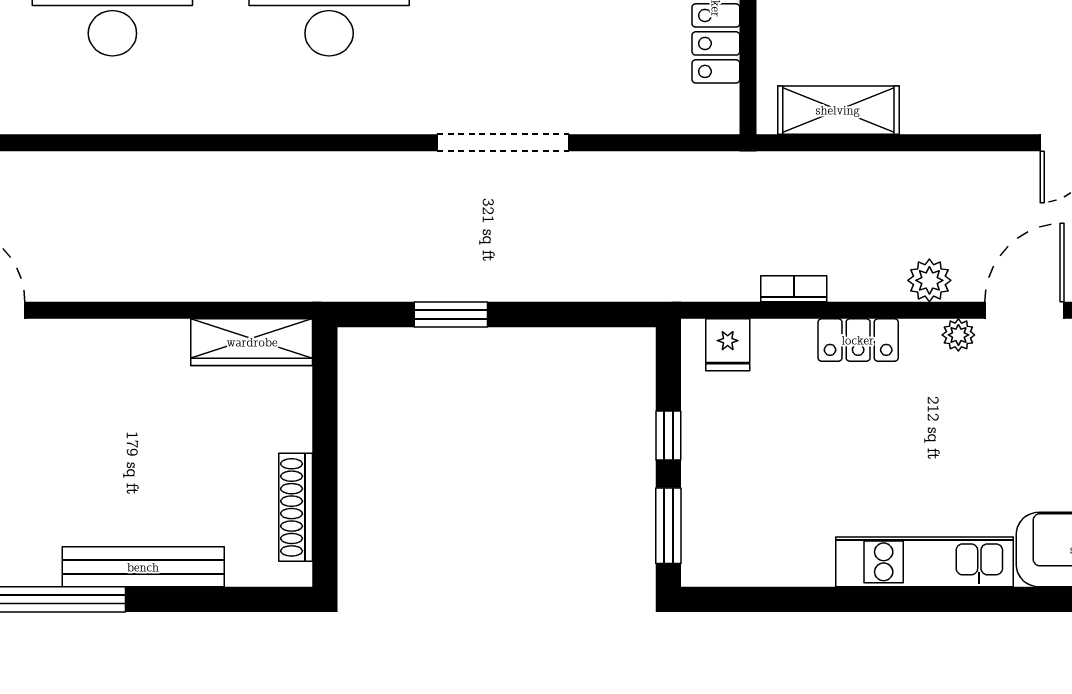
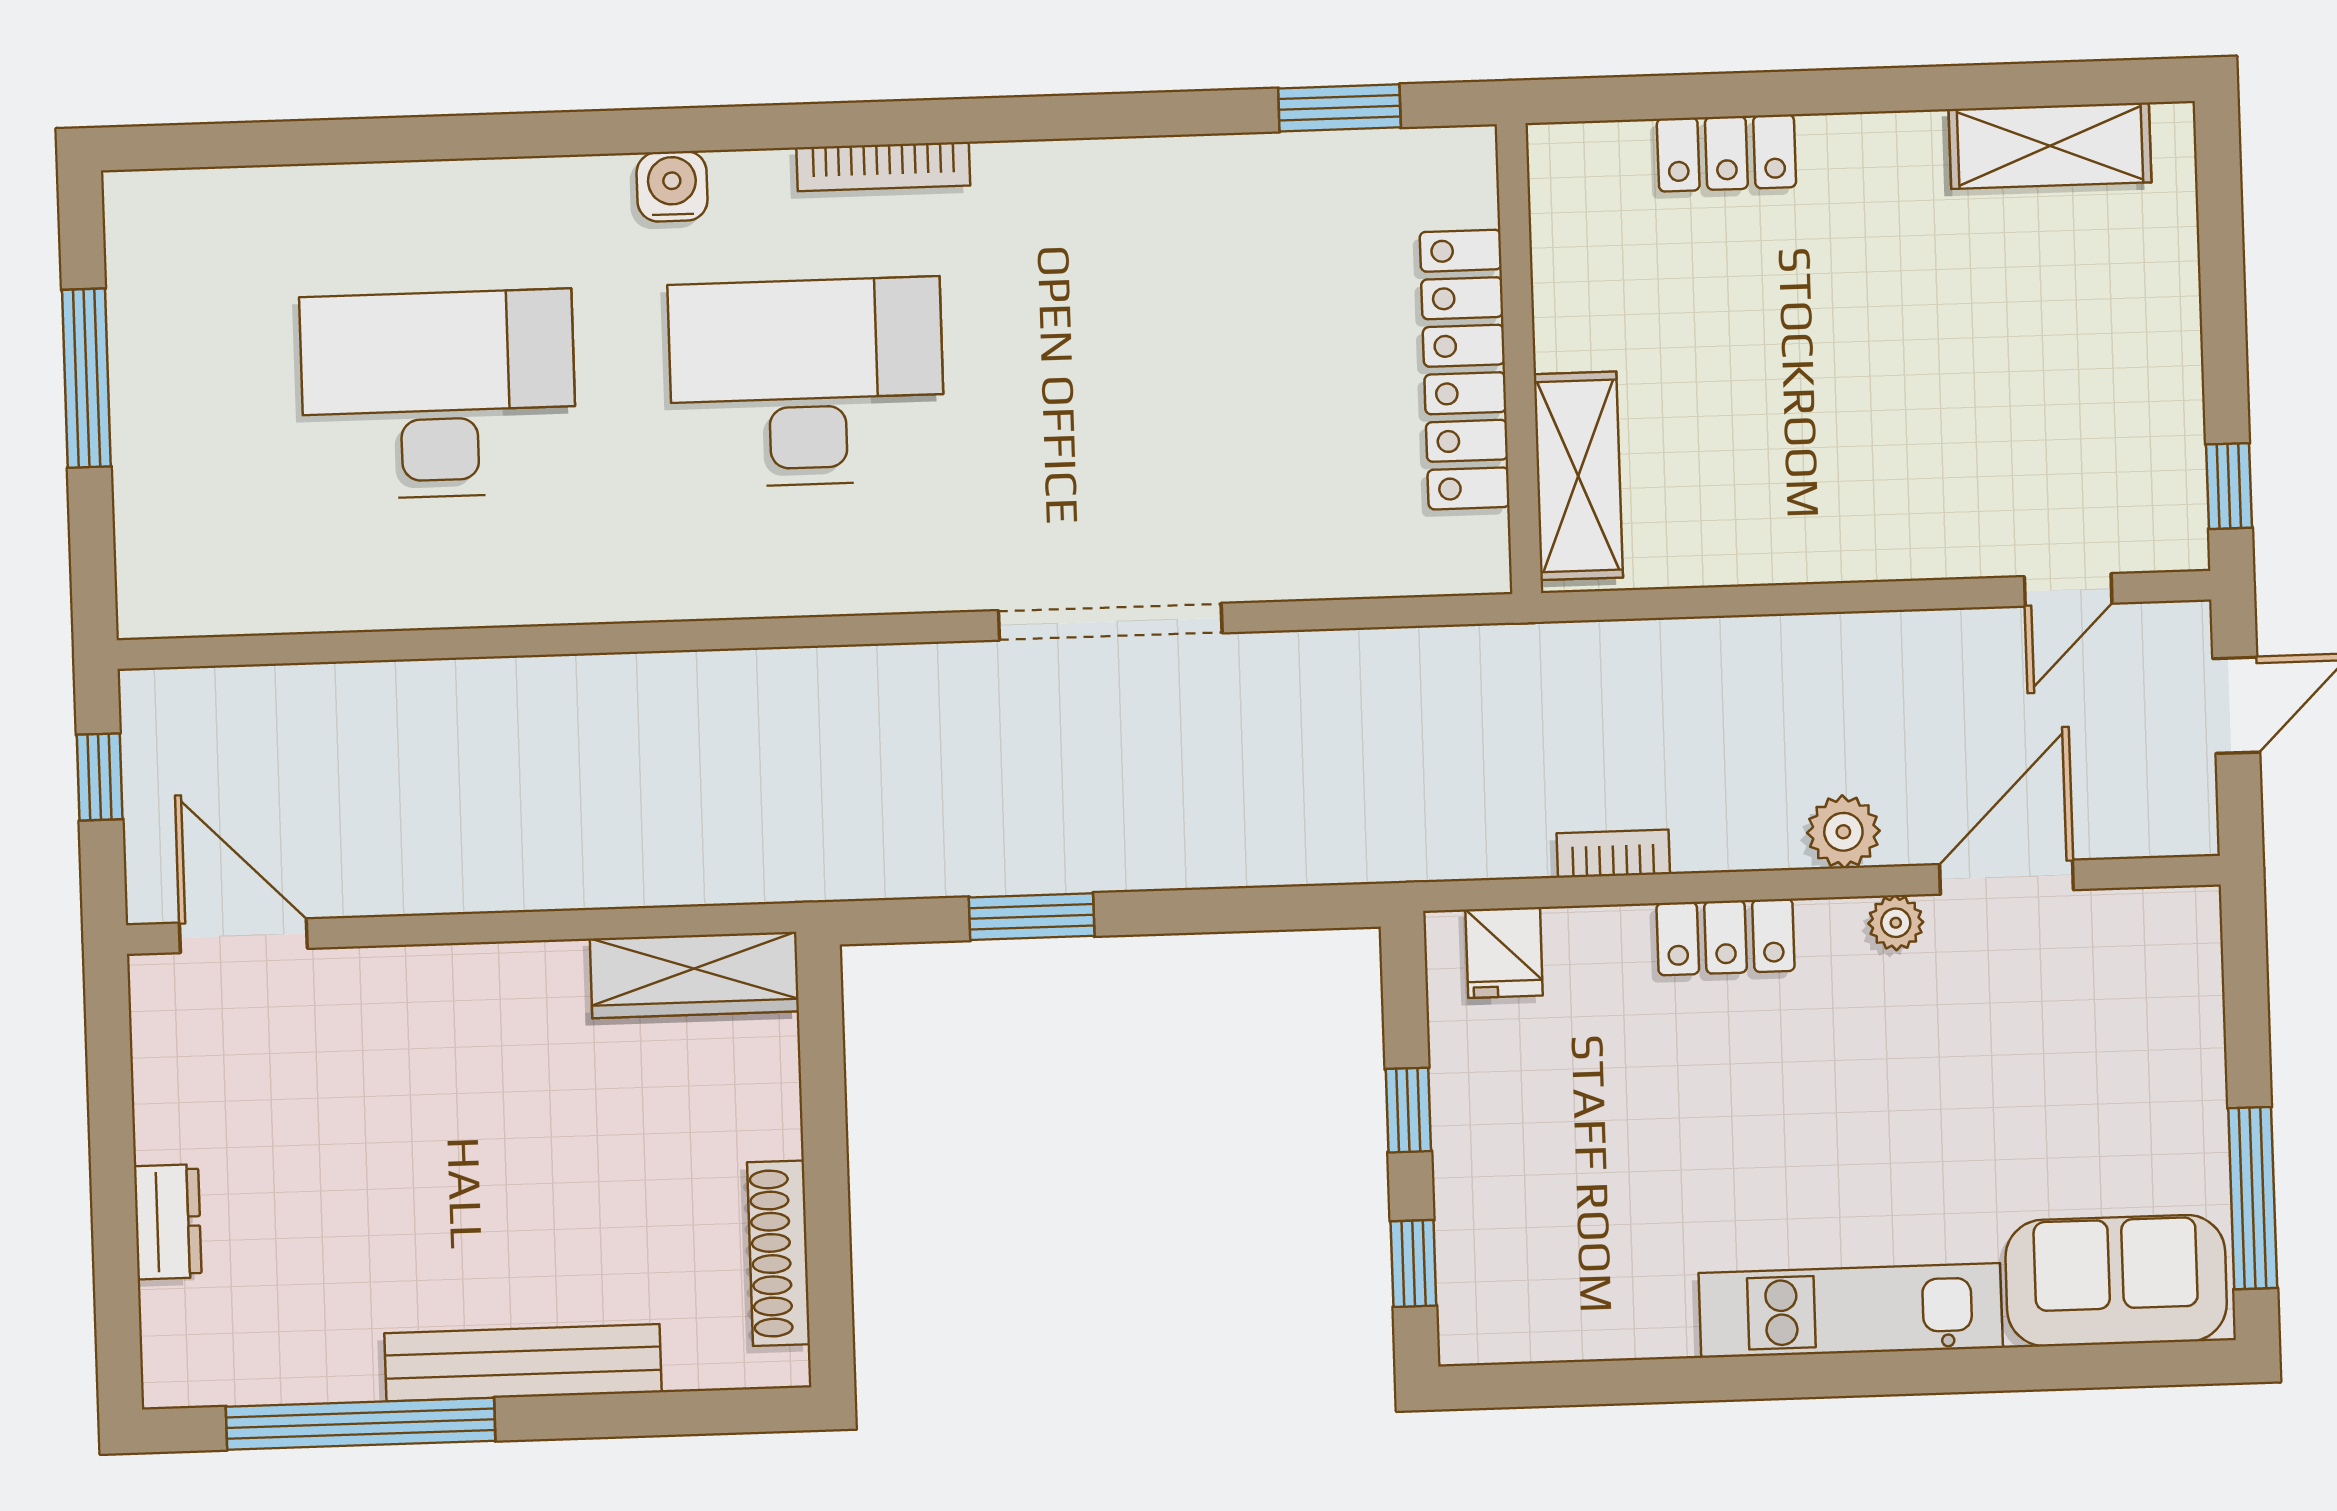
shelving: (838, 110) -> (1578, 476), moved, turned 90
window: (668, 526) -> (1413, 1264), width x0.67

